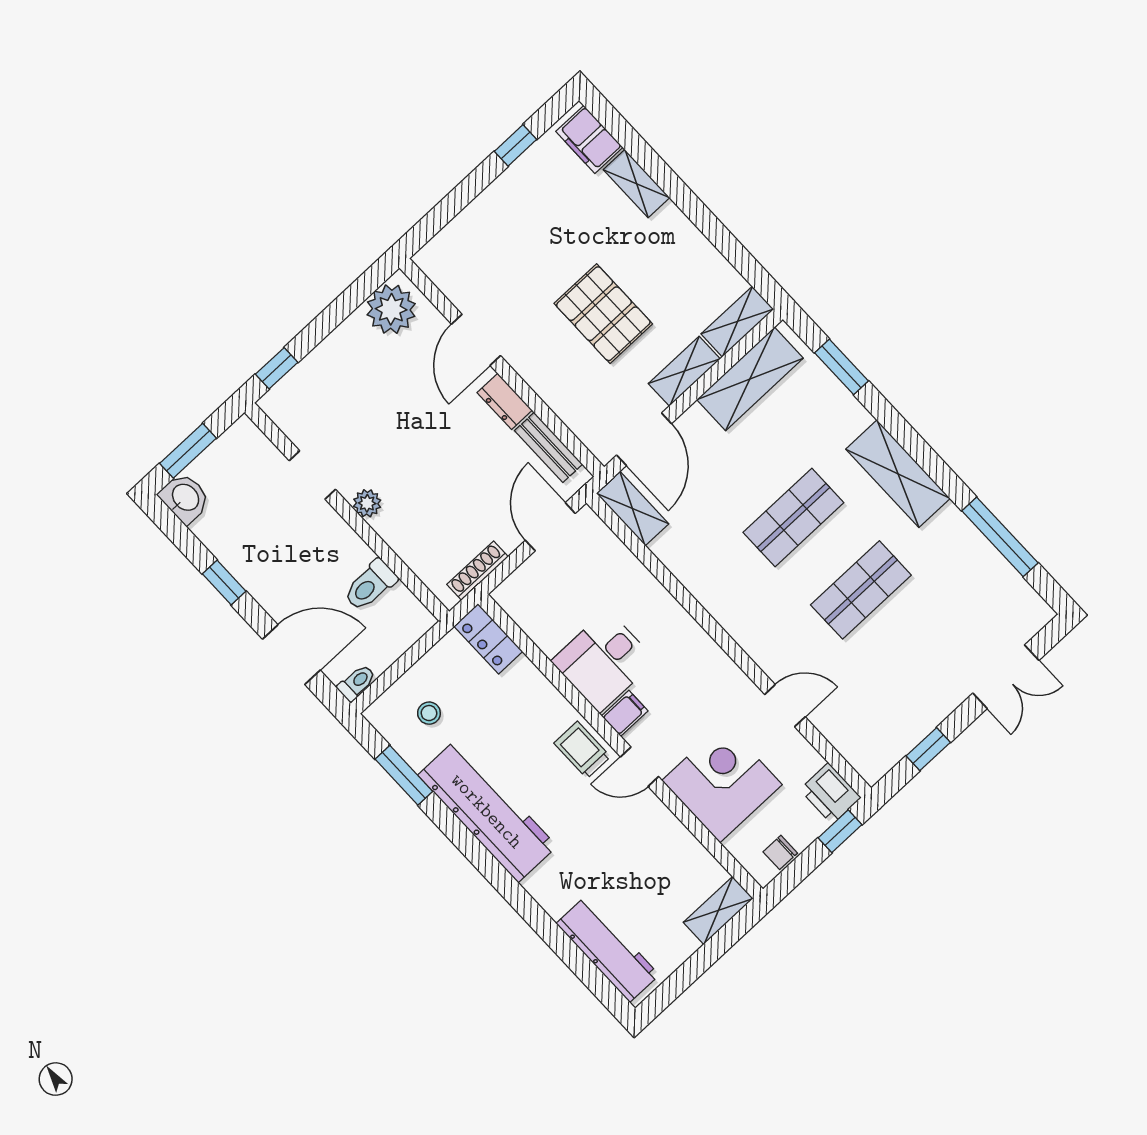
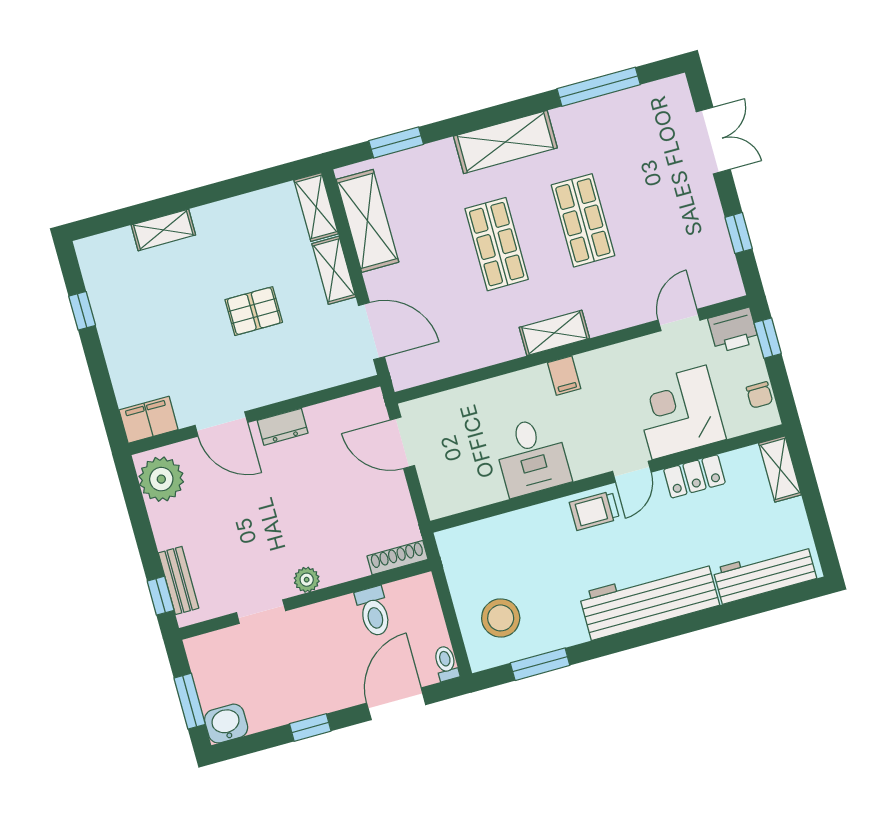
filing cabinet: (589, 139) -> (149, 420), moved, turned 180
pallet: (603, 314) -> (254, 311), width x0.67, depth x0.71
bench: (549, 447) -> (179, 581), moved, turned 90
shelving: (632, 509) -> (554, 333), moved
shoe rack: (478, 571) -> (398, 558), moved, turned 90
locker: (488, 639) -> (694, 476), moved
door: (785, 706) -> (679, 320), moved
stool: (429, 713) -> (501, 618), width x1.89, depth x1.89
filing cabinet: (625, 713) -> (564, 376), moved, turned 180
workbench: (487, 811) -> (649, 599), moved

